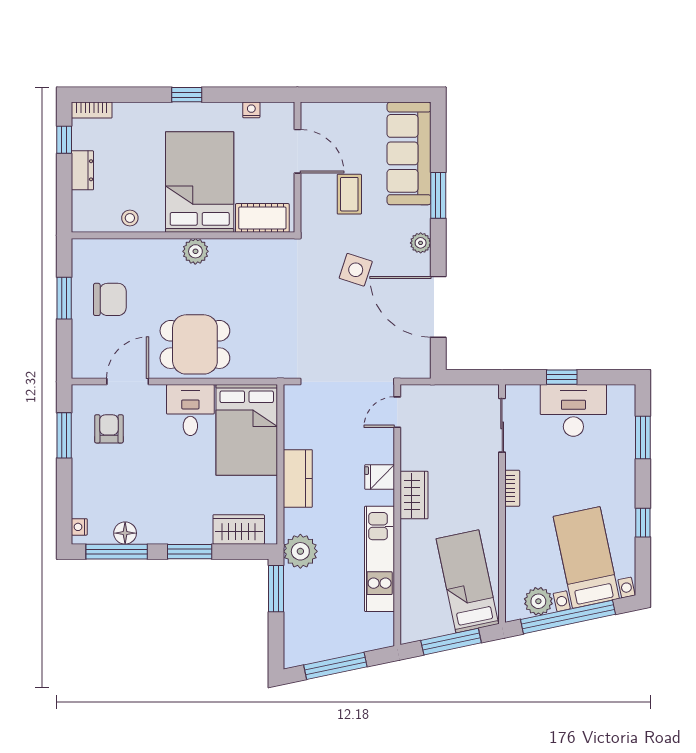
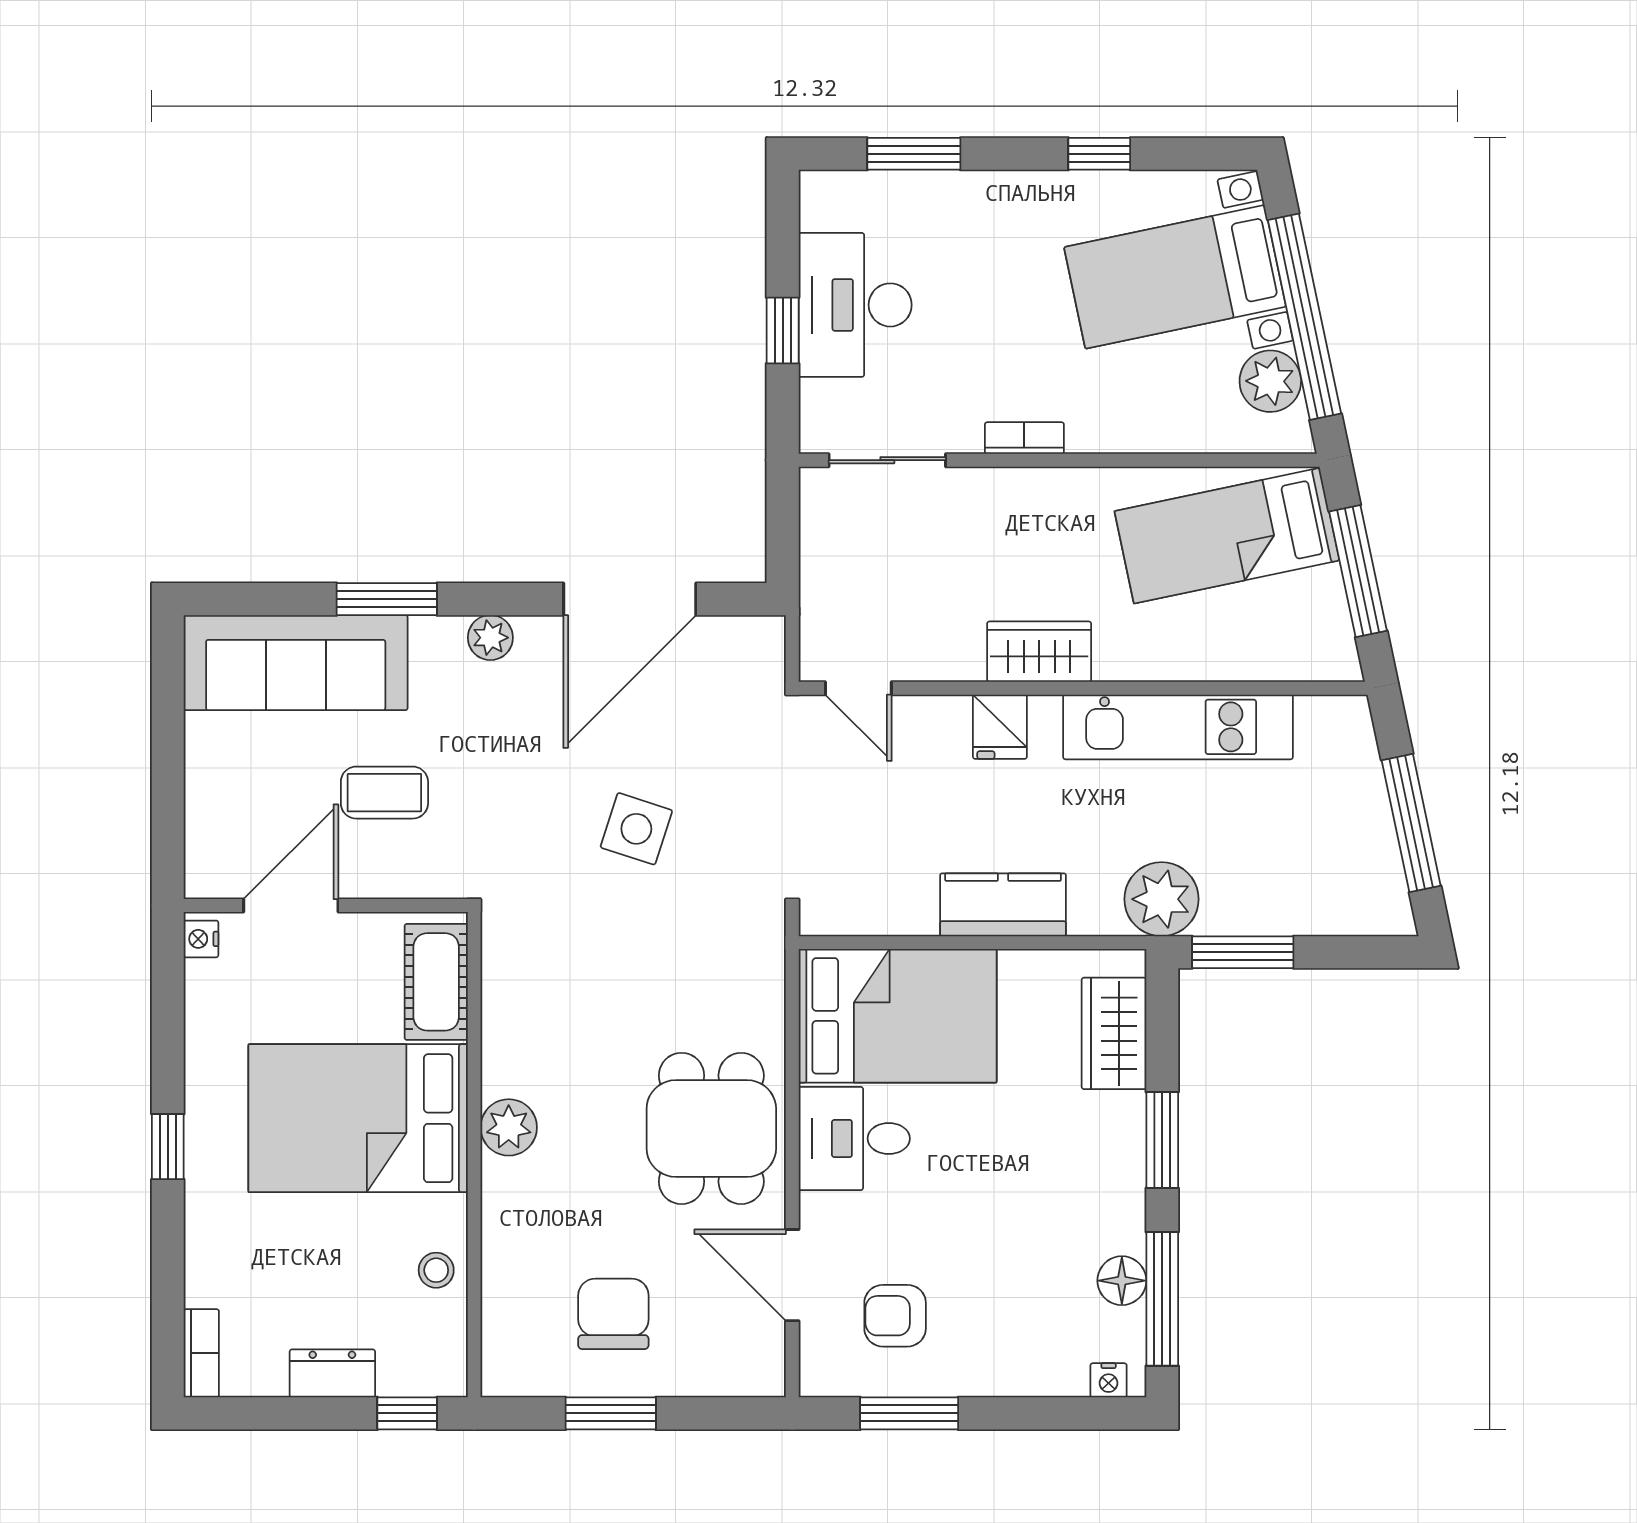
nightstand: (251, 110) -> (201, 939), moved
window: (64, 140) -> (407, 1413), moved
side table: (356, 270) -> (636, 829), moved

